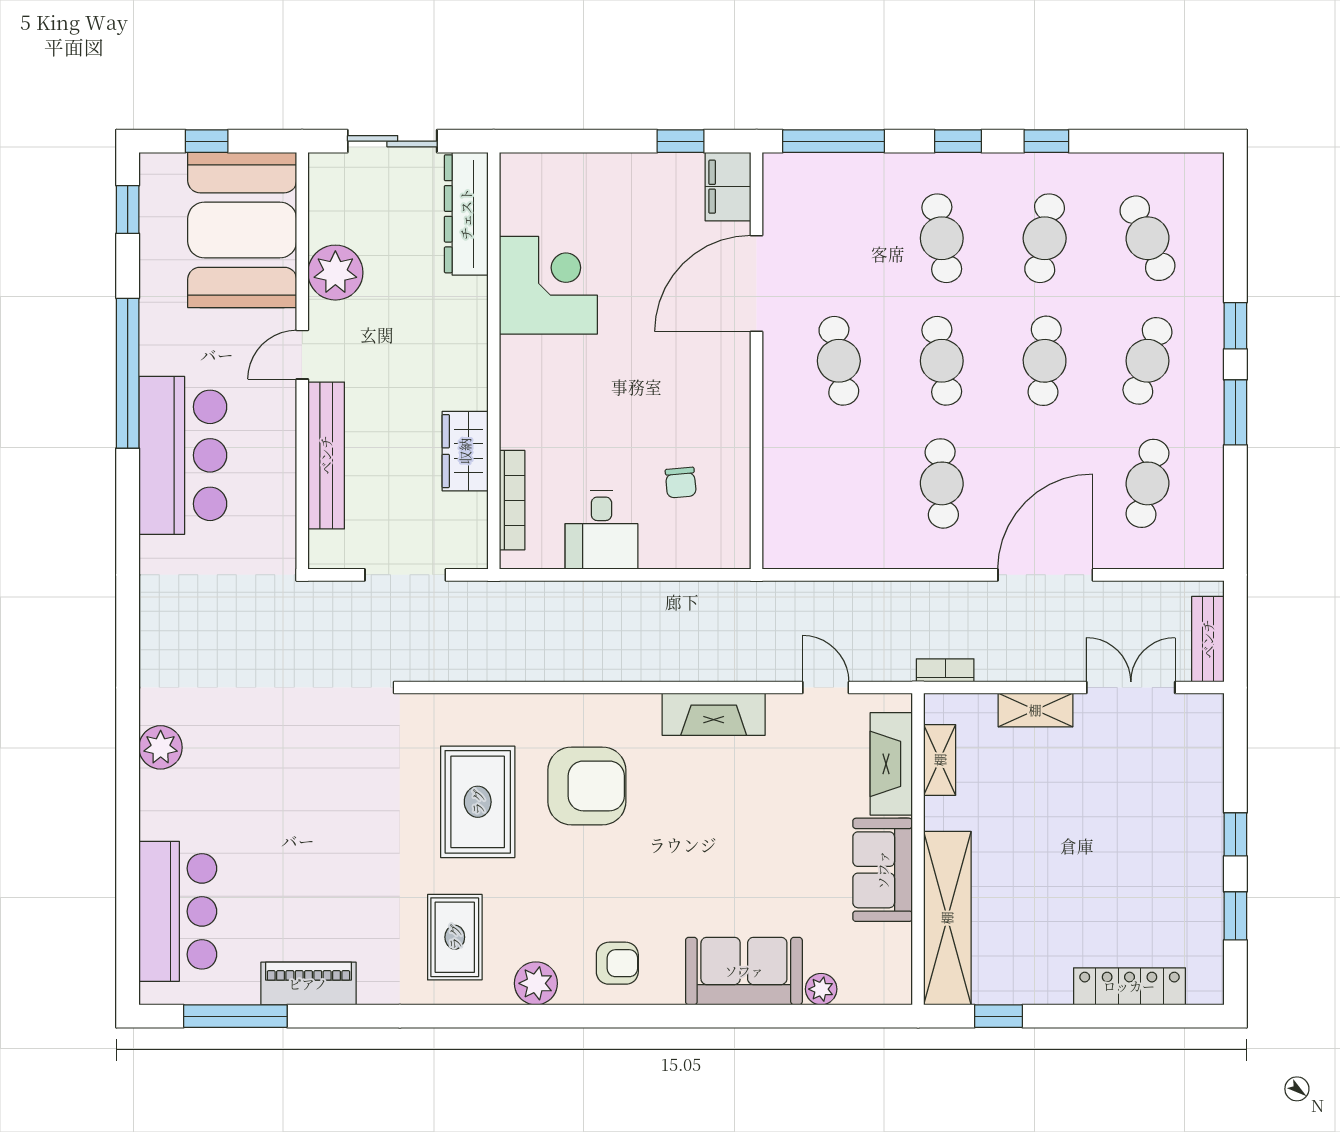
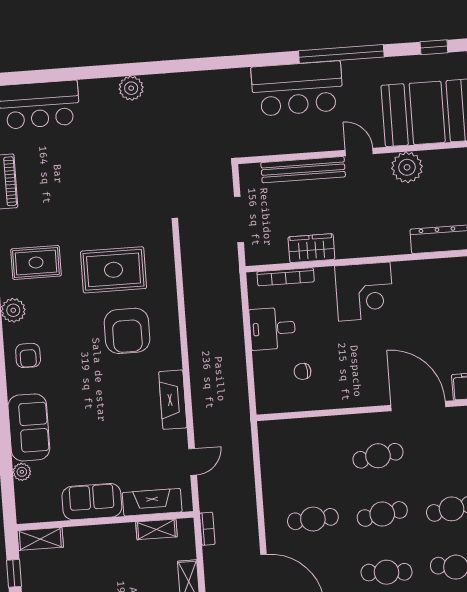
corner desk: (548, 285) -> (364, 292), moved
shelving: (947, 918) -> (40, 539), width x0.45, depth x0.75

